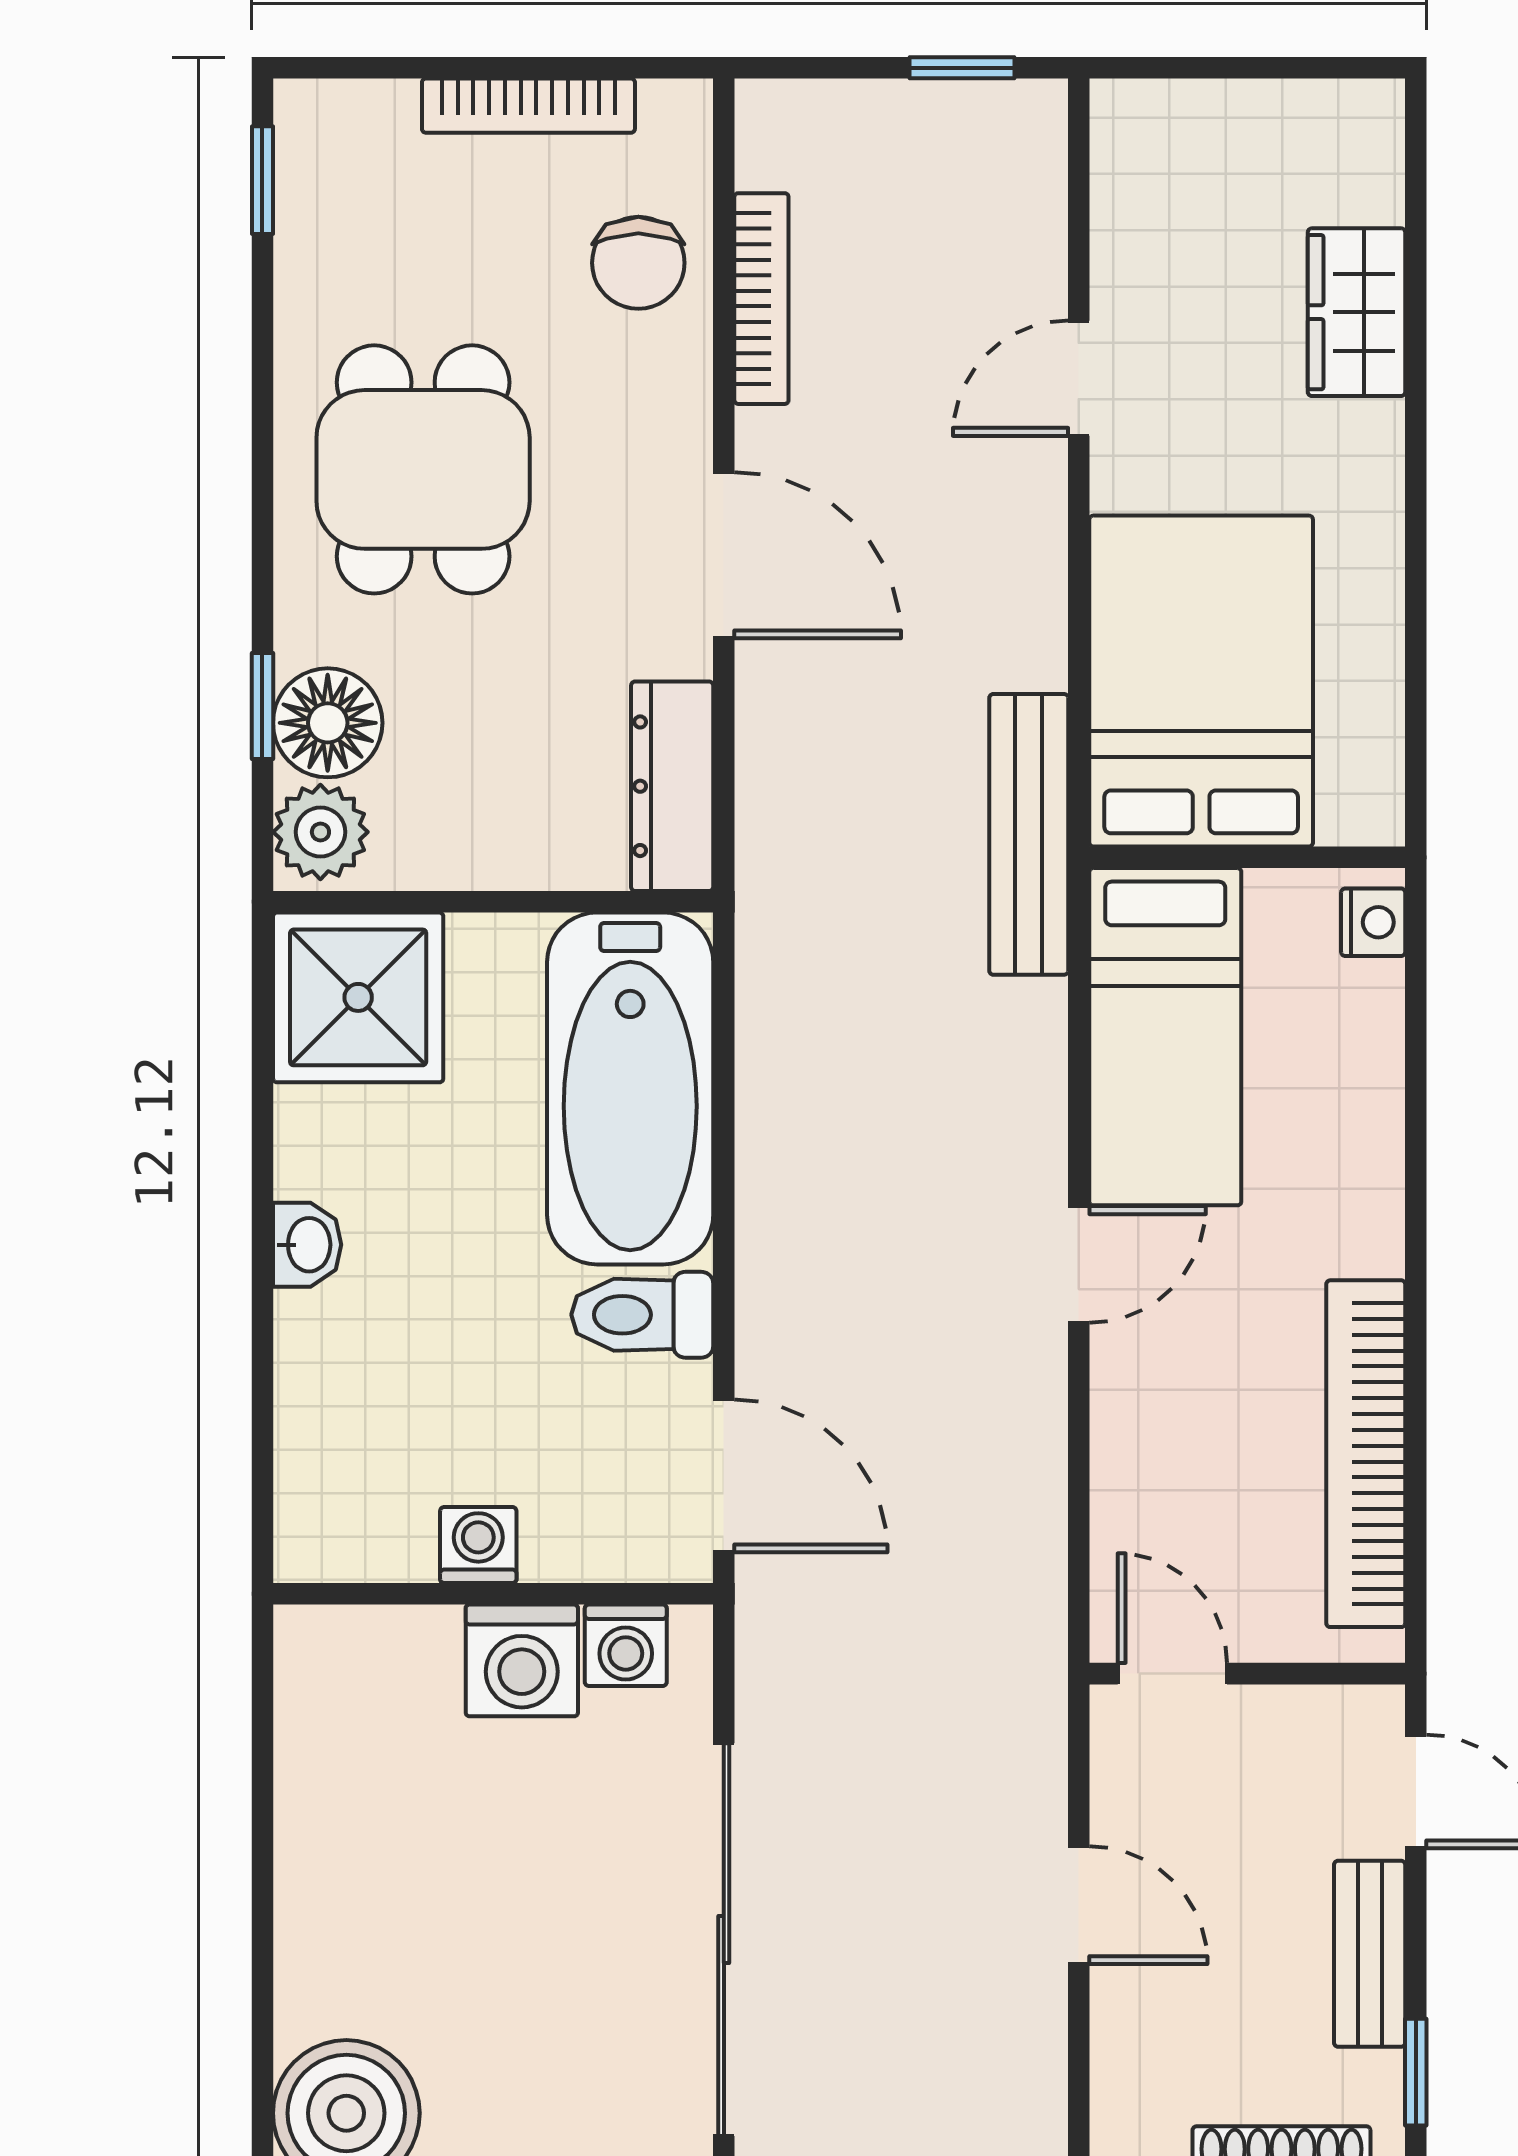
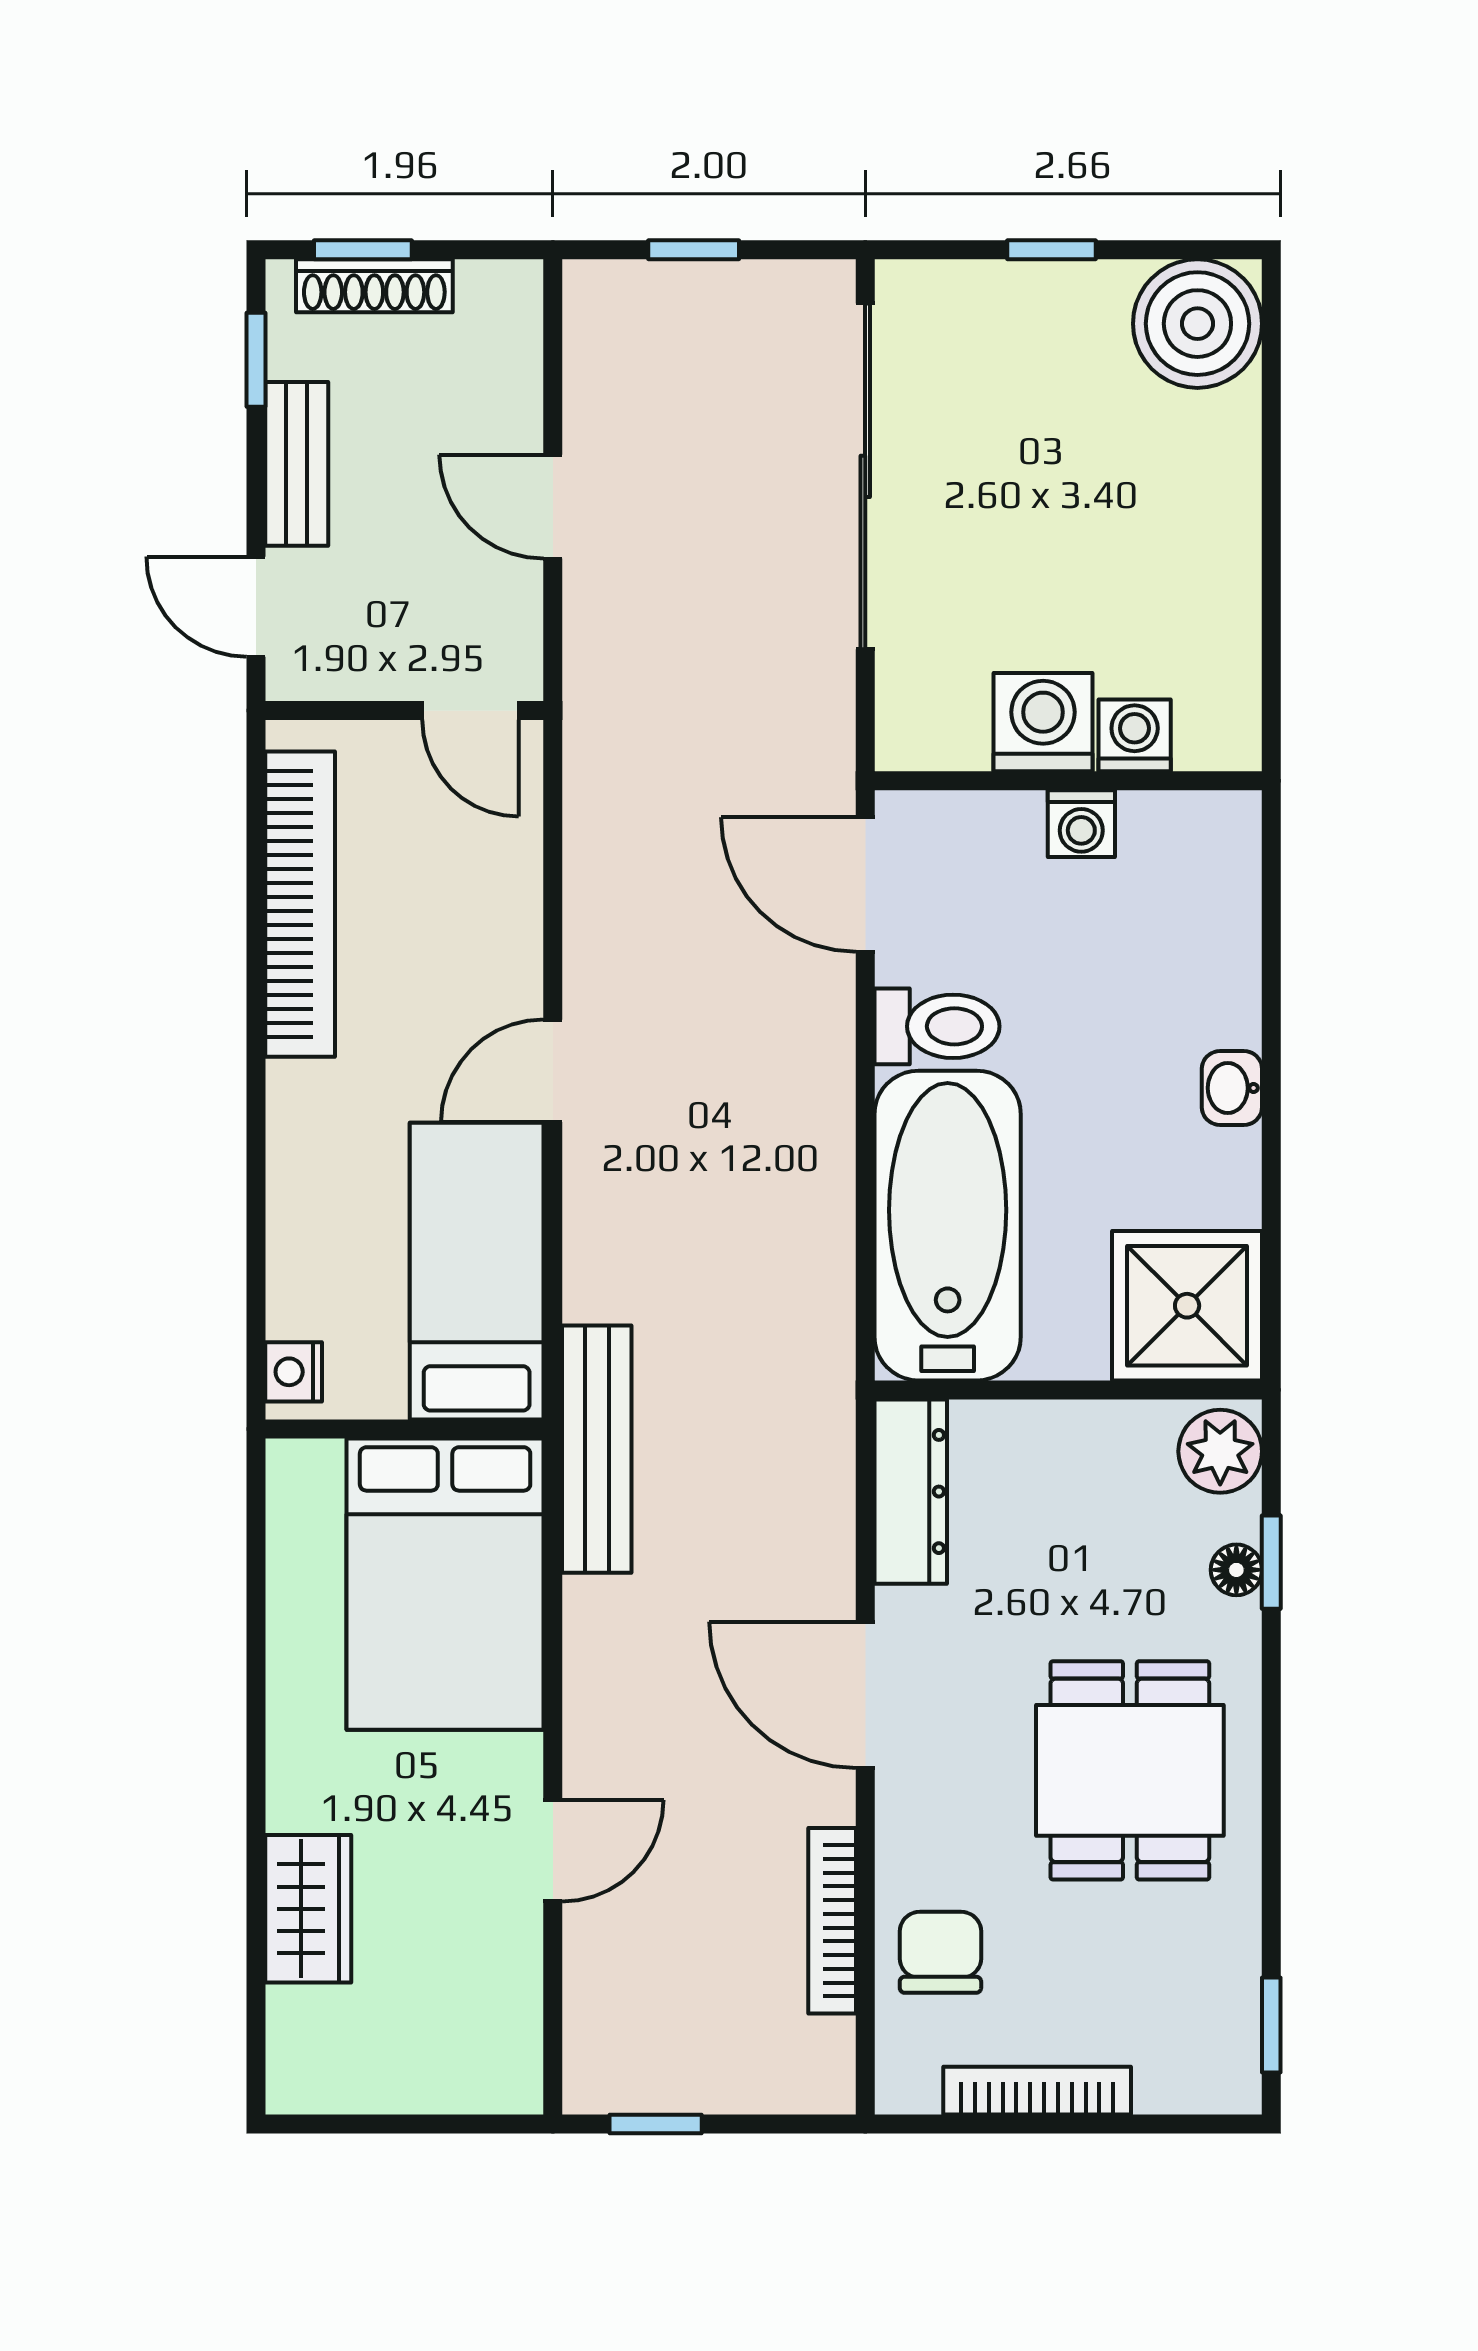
floor lamp: (328, 723) -> (1236, 1570), width x0.53, depth x0.53
washing machine: (626, 1645) -> (1135, 735), moved

